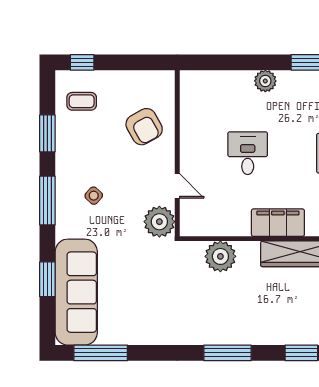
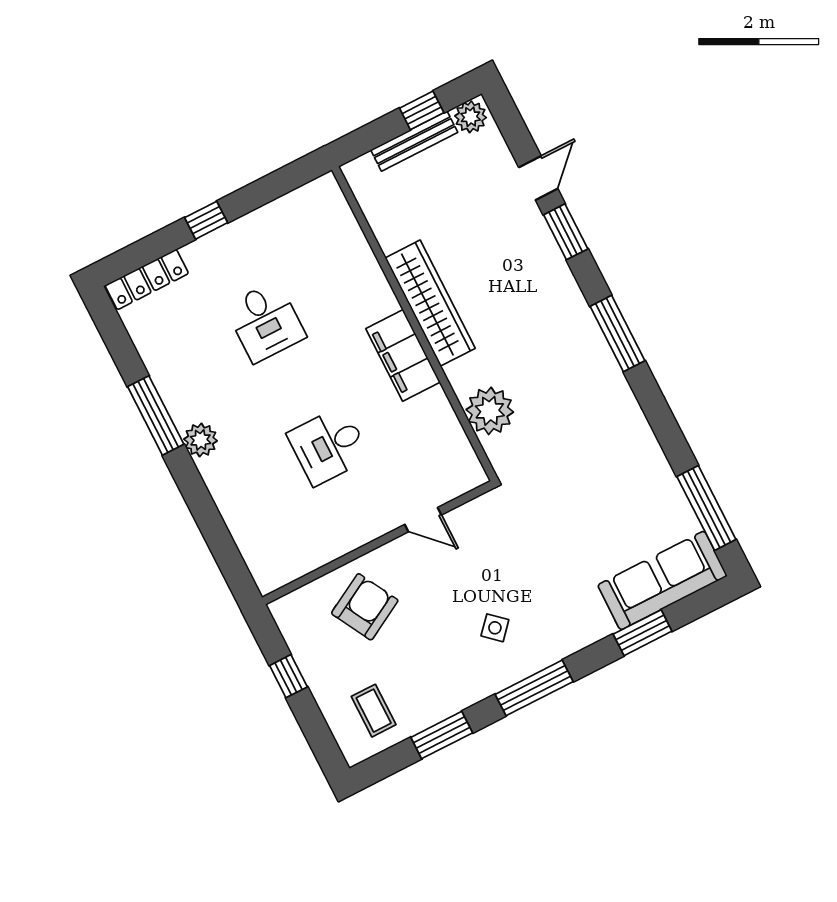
window: (82, 62) -> (288, 676), moved
plant: (265, 81) -> (201, 440), moved
door: (177, 186) -> (423, 520), swing flipped
plant: (159, 222) -> (485, 519), removed
sofa: (76, 292) -> (662, 580), width x0.74, depth x0.79

